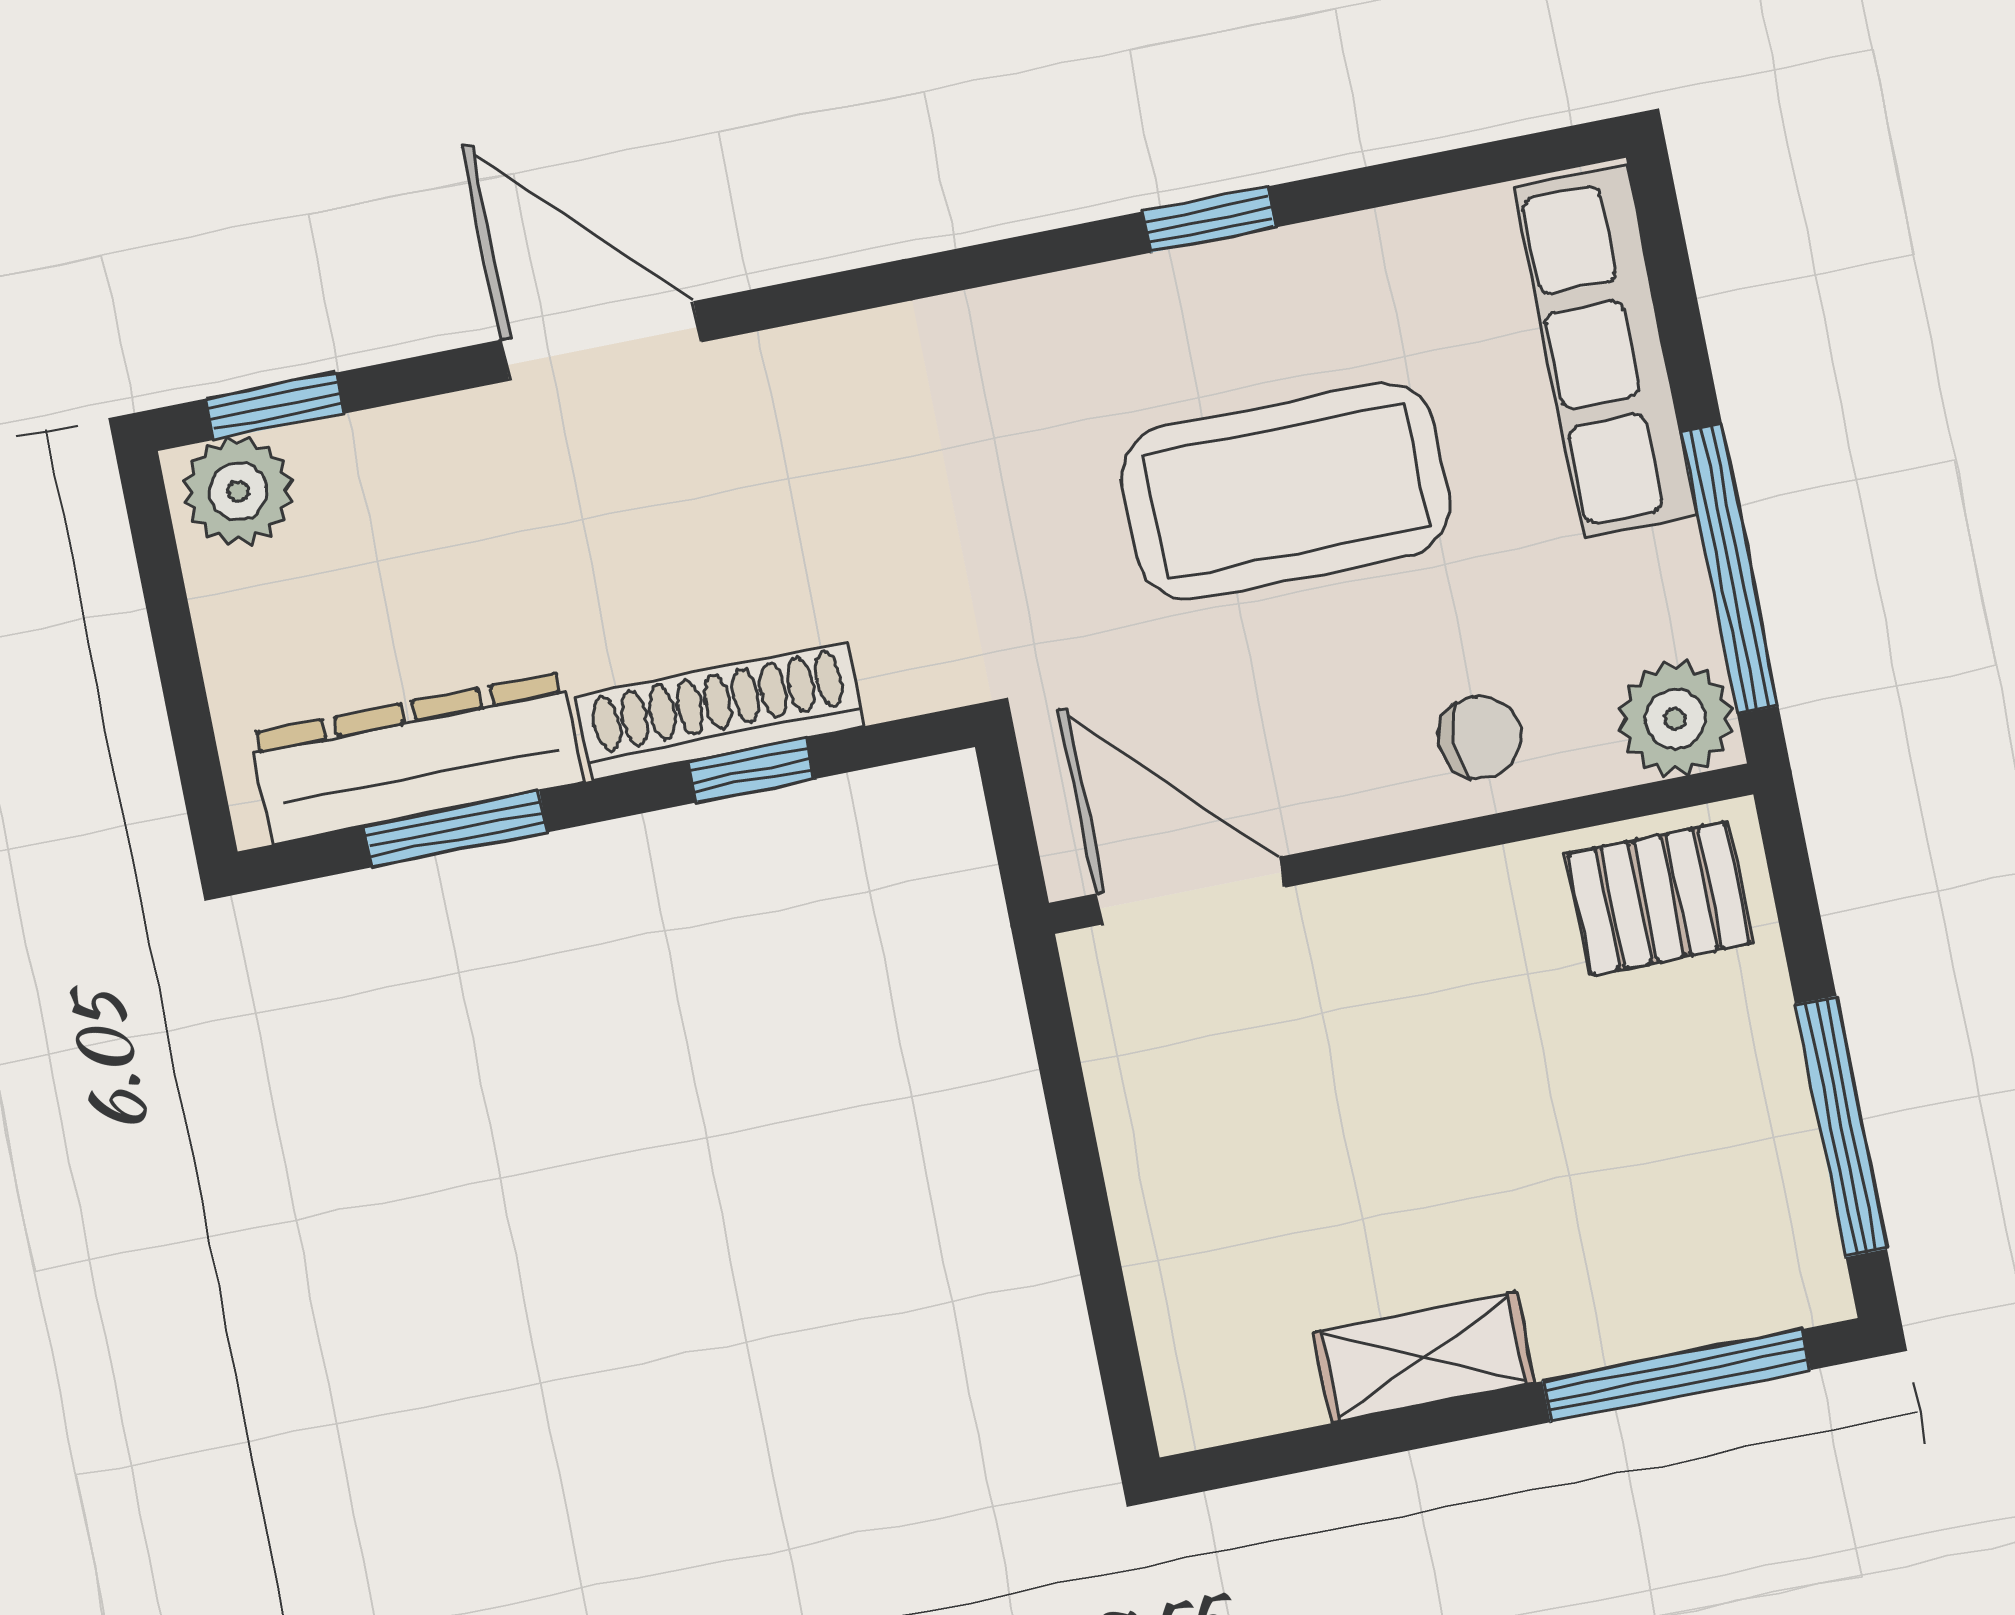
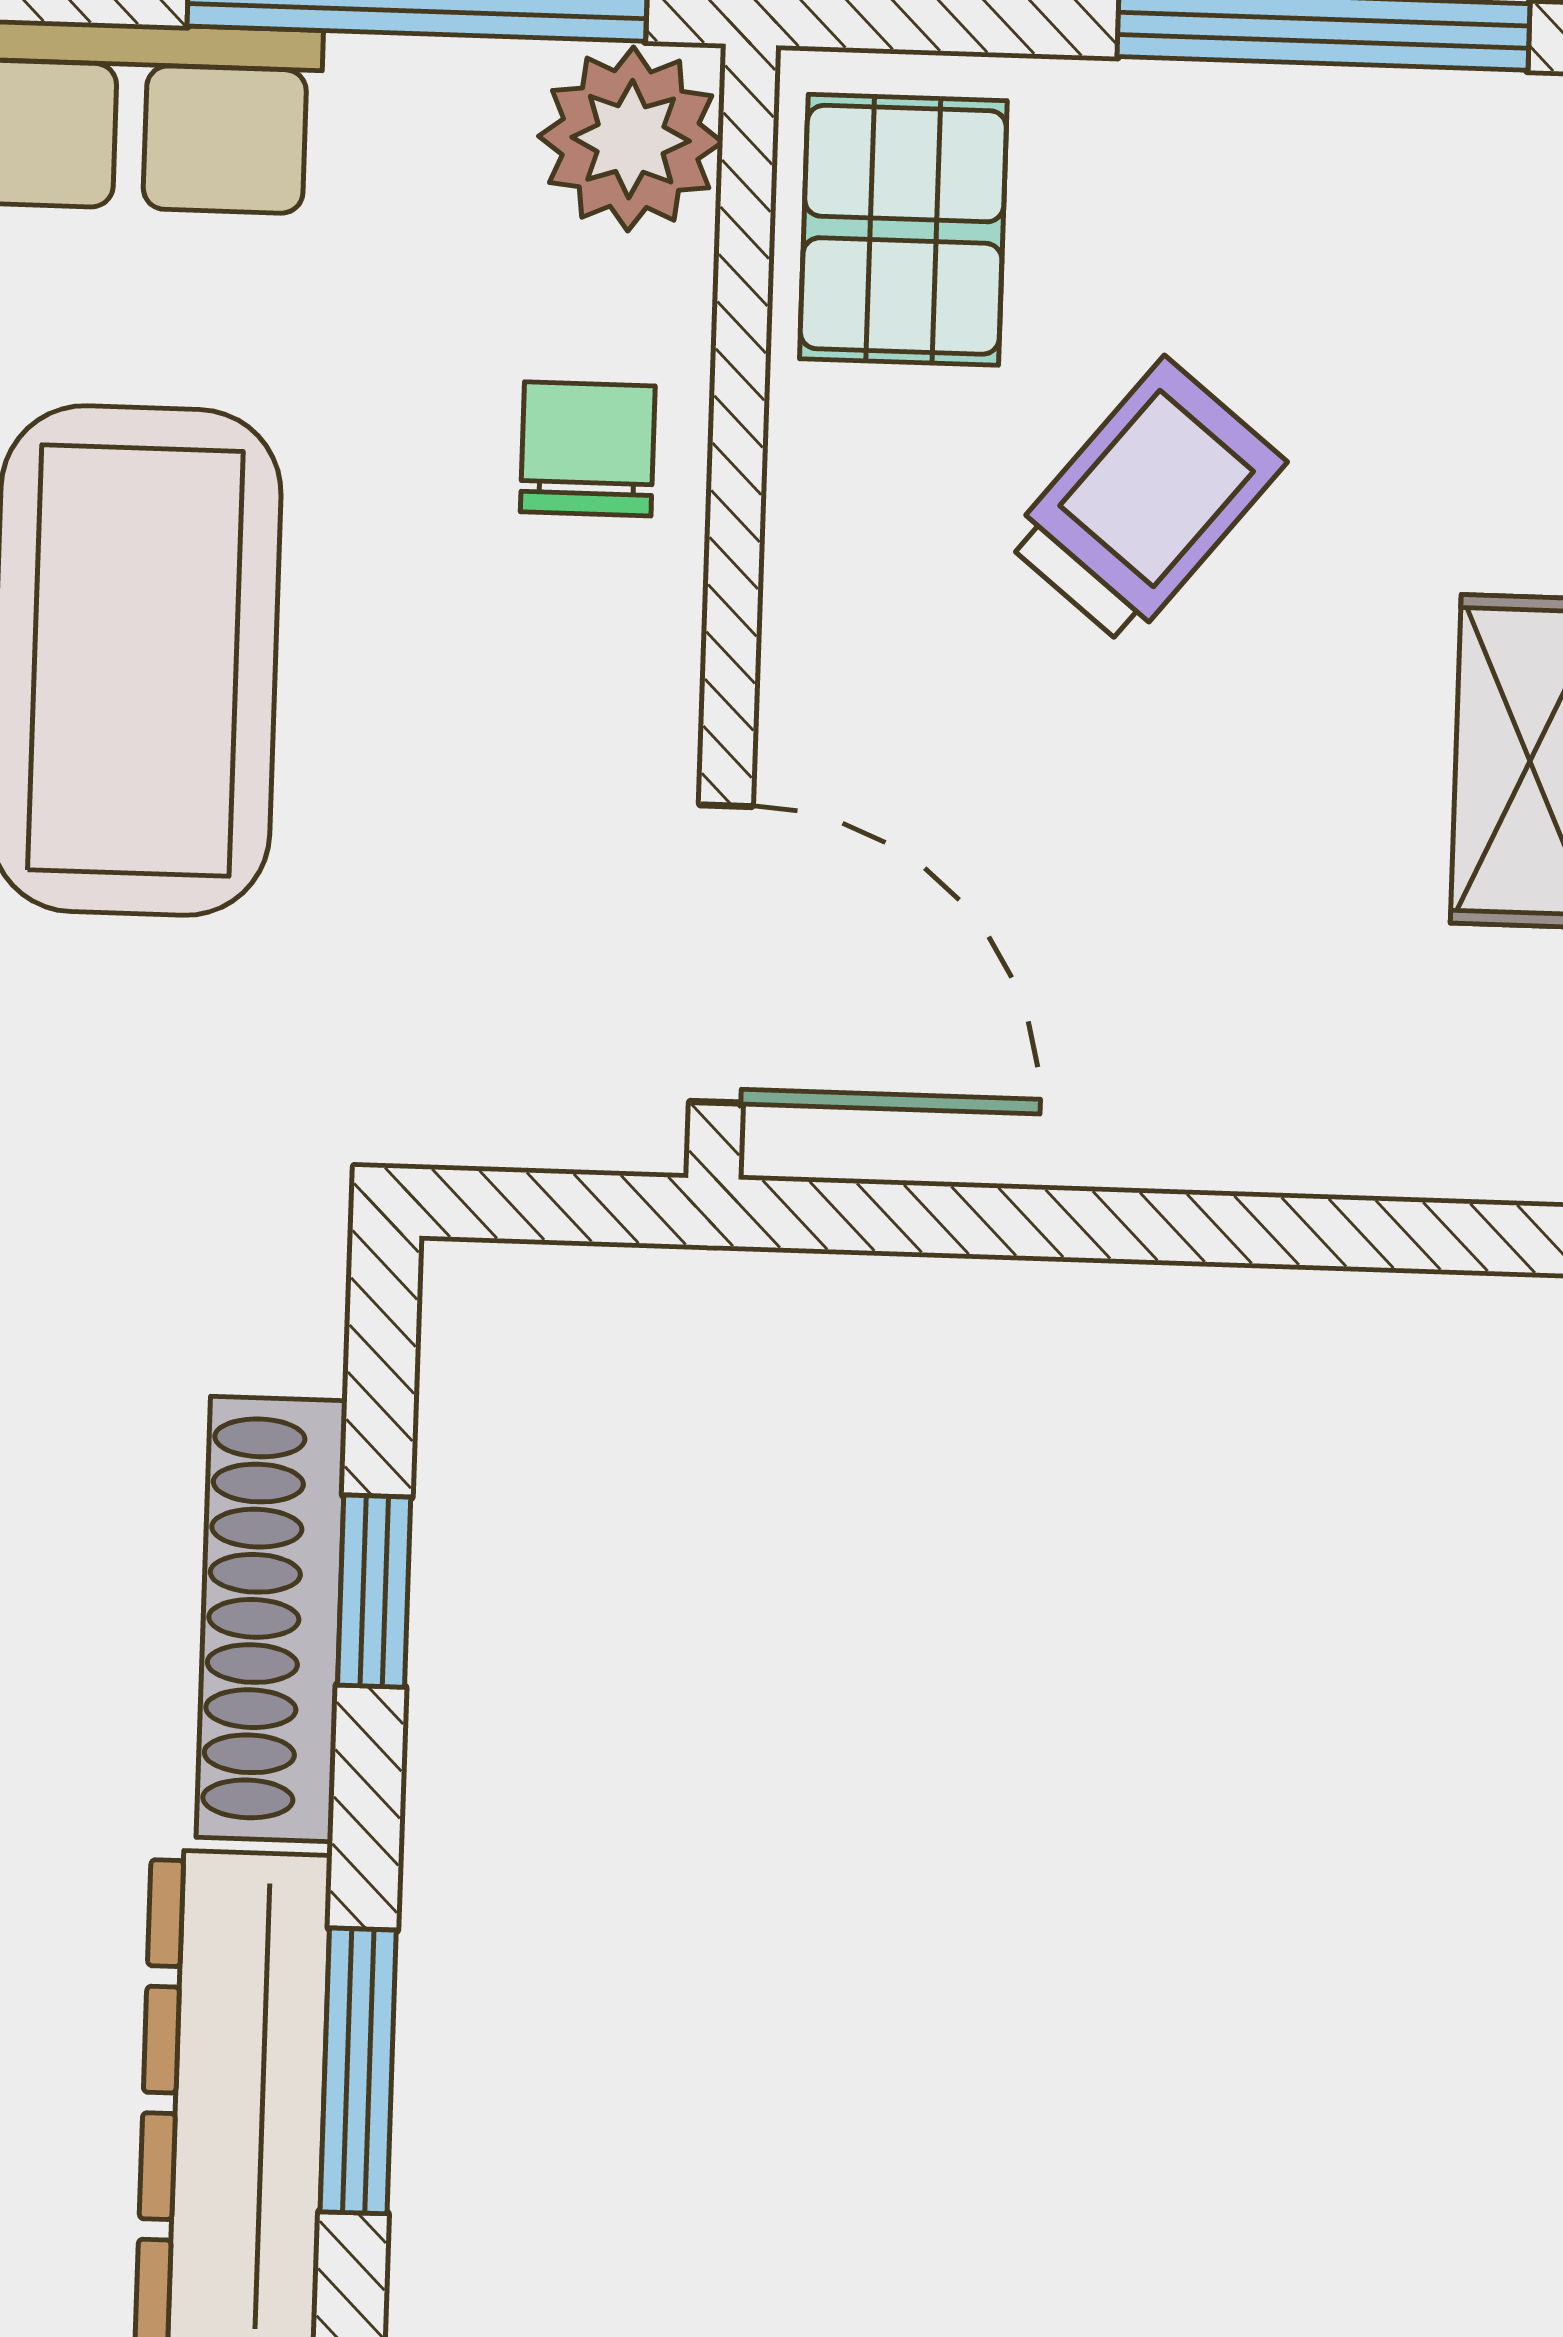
door: (1190, 891) -> (721, 954), swing flipped
trolley: (1527, 1085) -> (1145, 502), added

